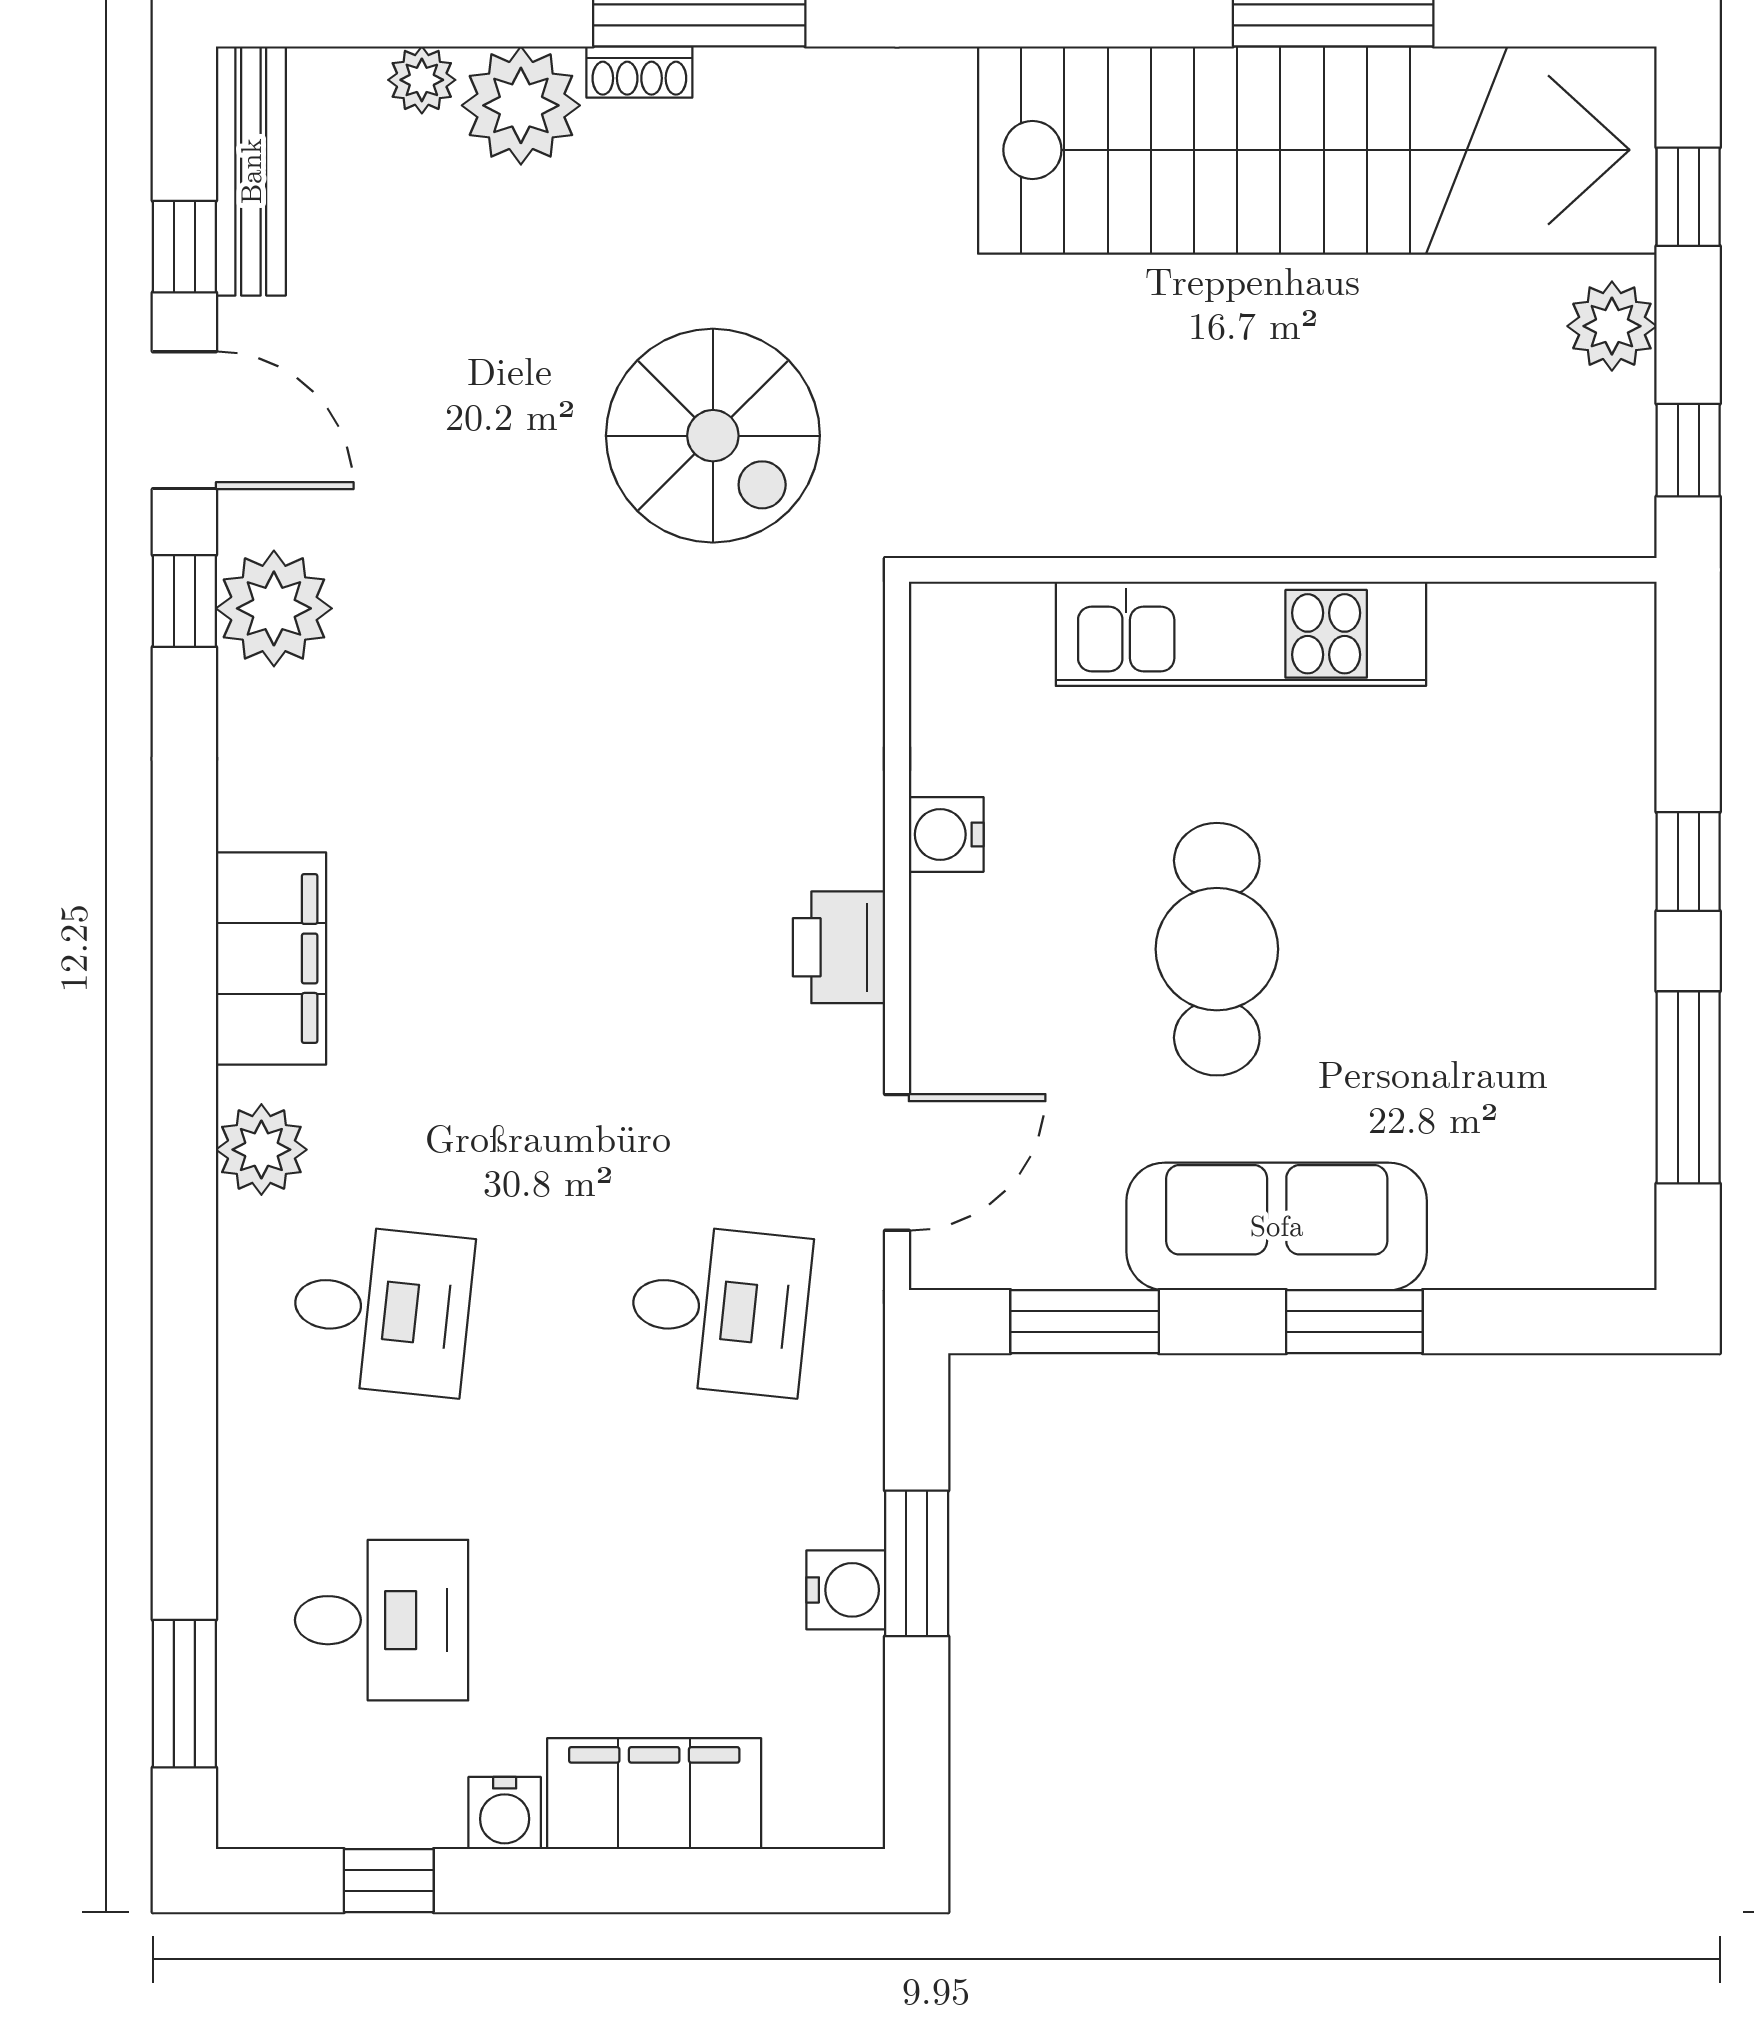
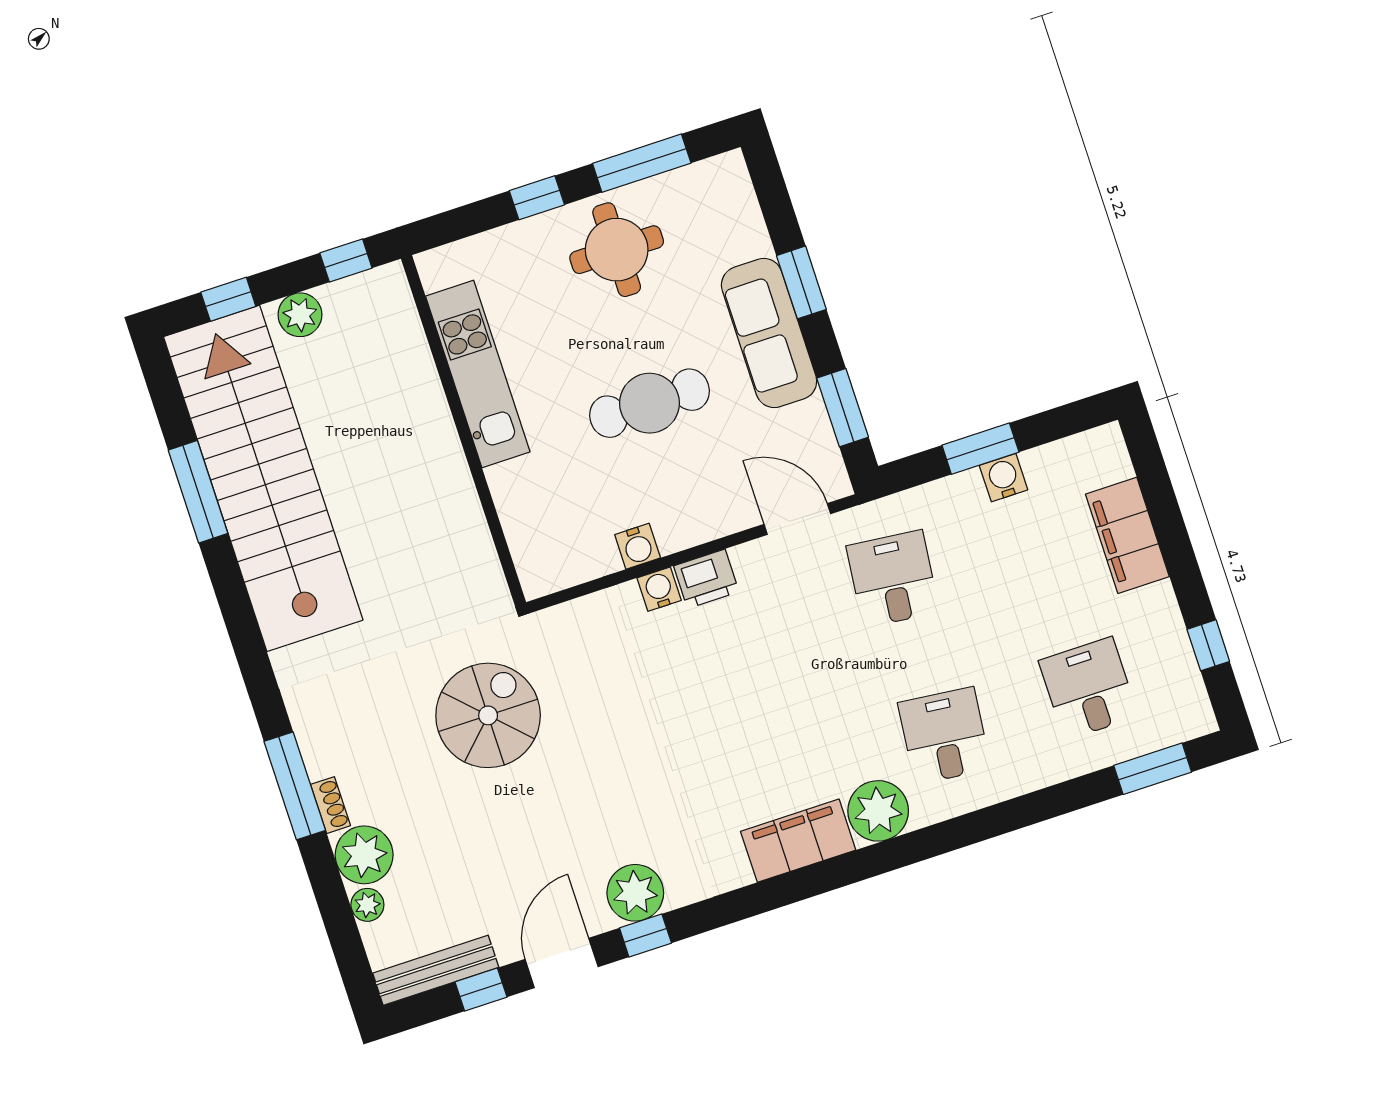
kitchen unit: (1241, 634) -> (478, 374), moved
round table: (1536, 983) -> (617, 250), added
plant: (261, 1150) -> (878, 811), width x1.36, depth x1.36
water cooler: (505, 1813) -> (659, 589), moved, turned -90

